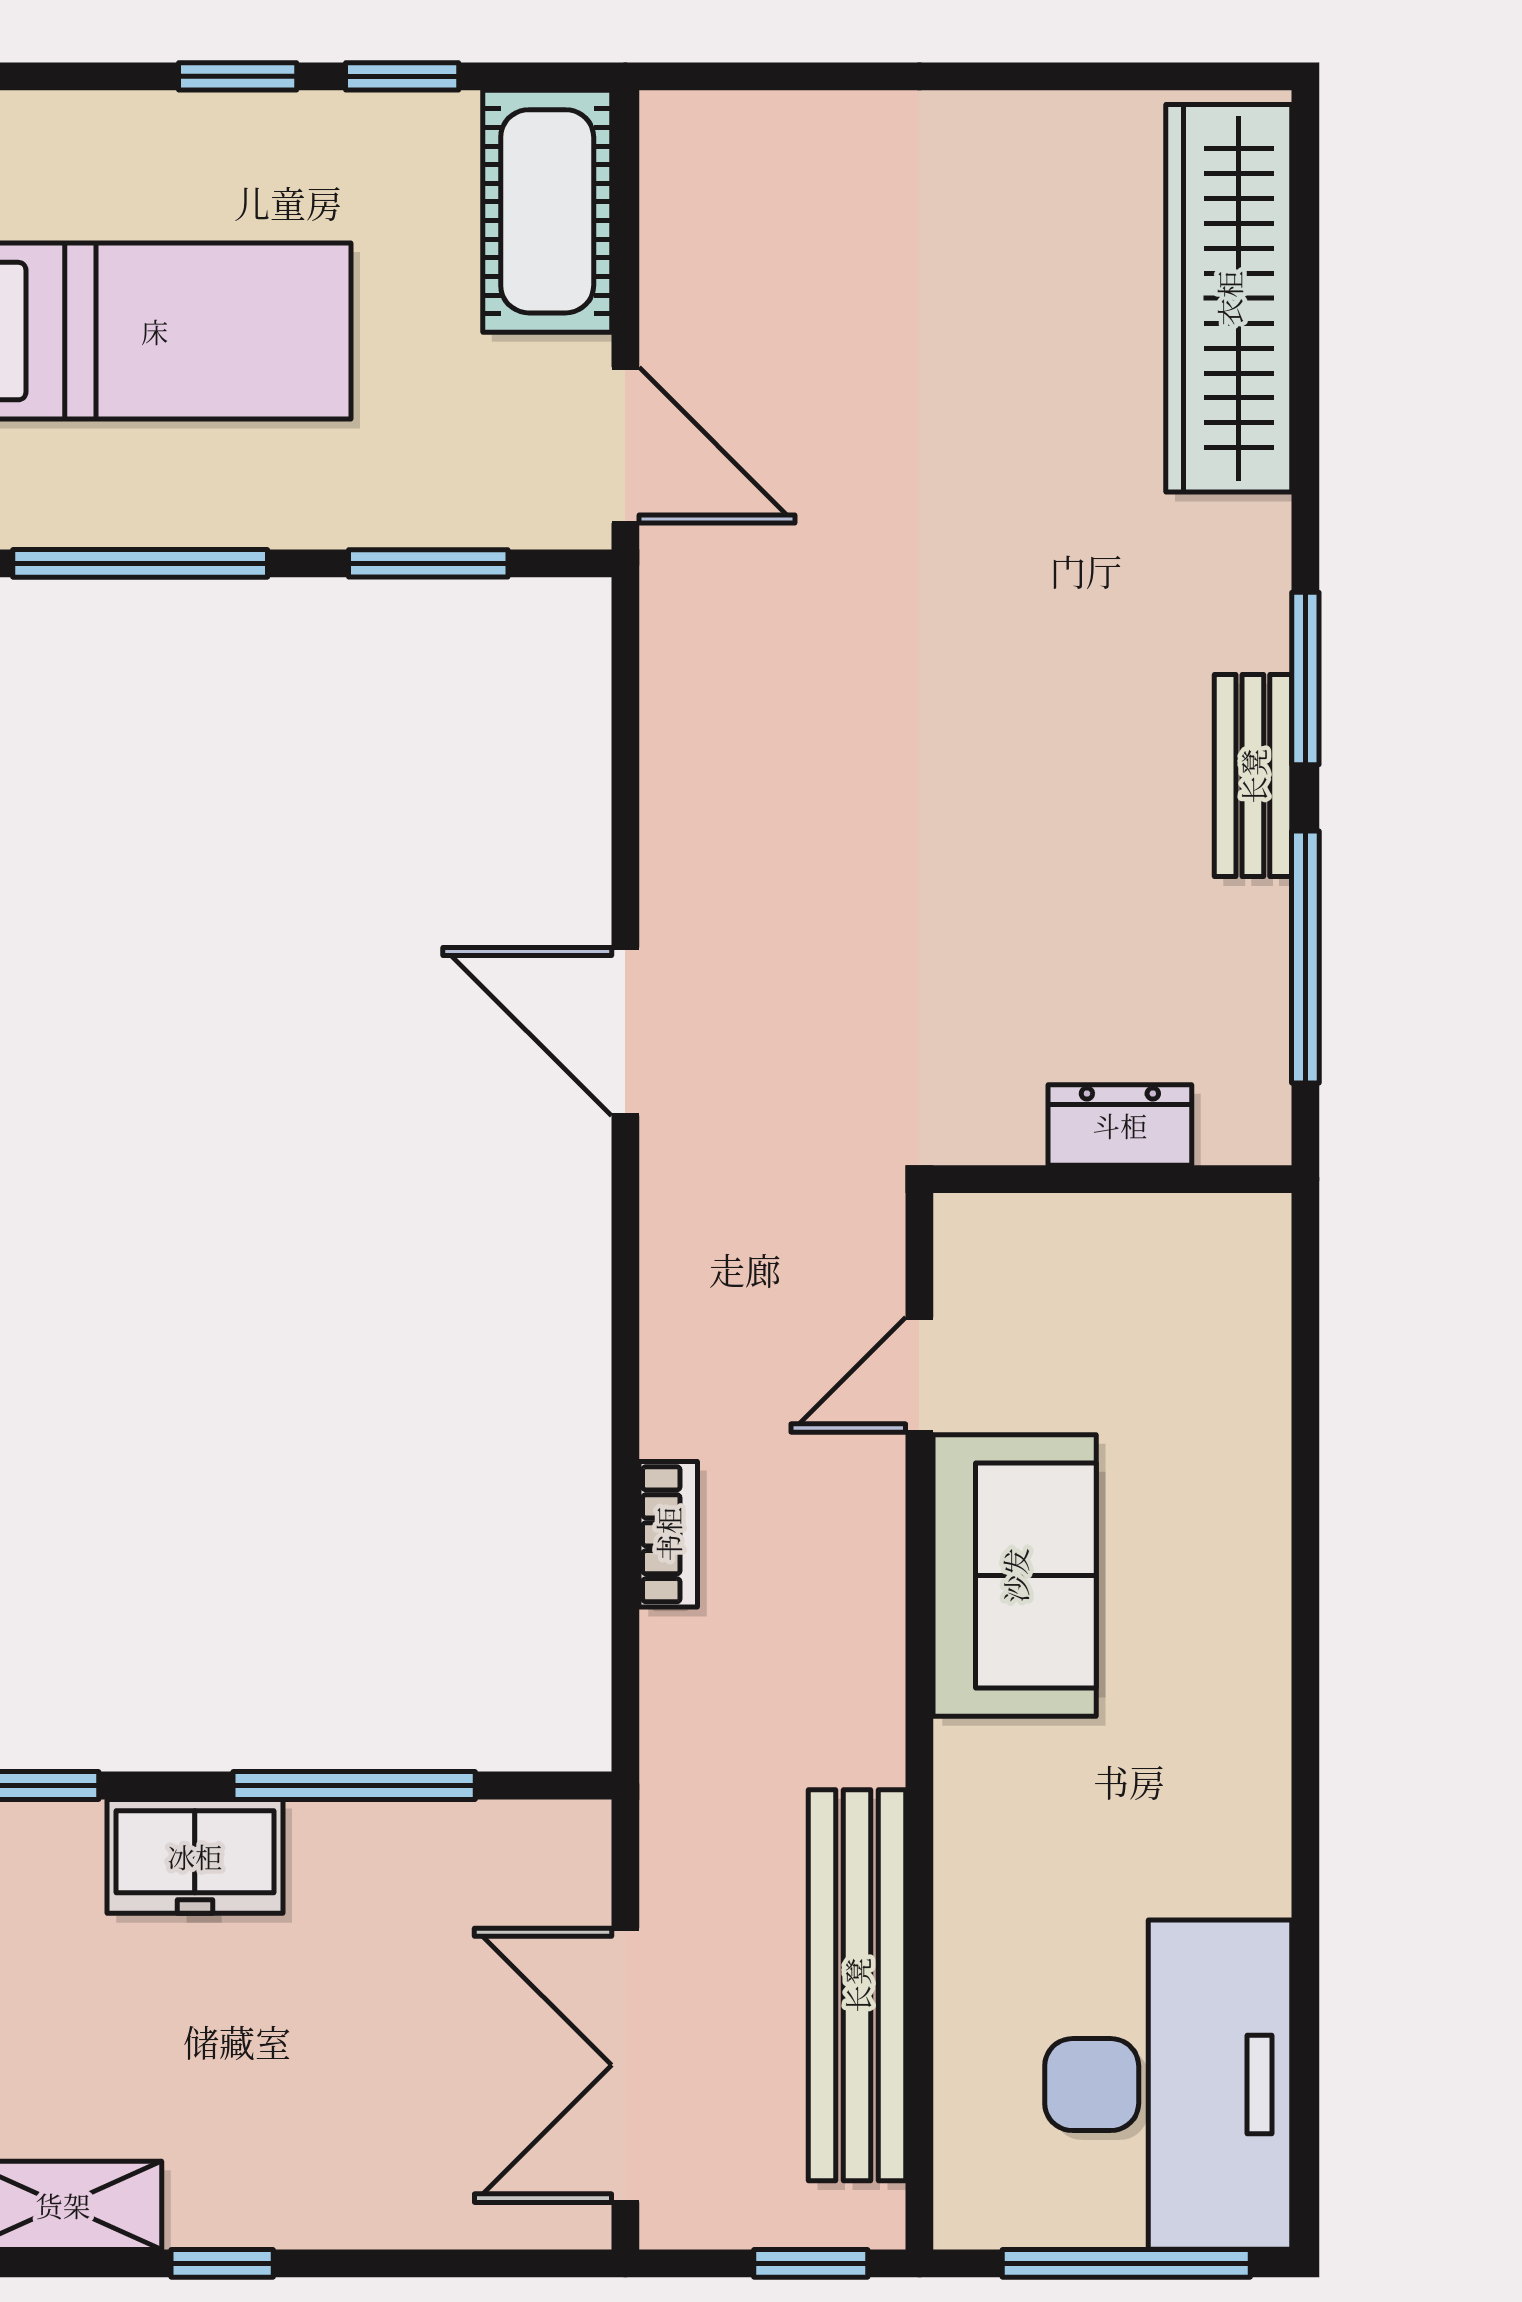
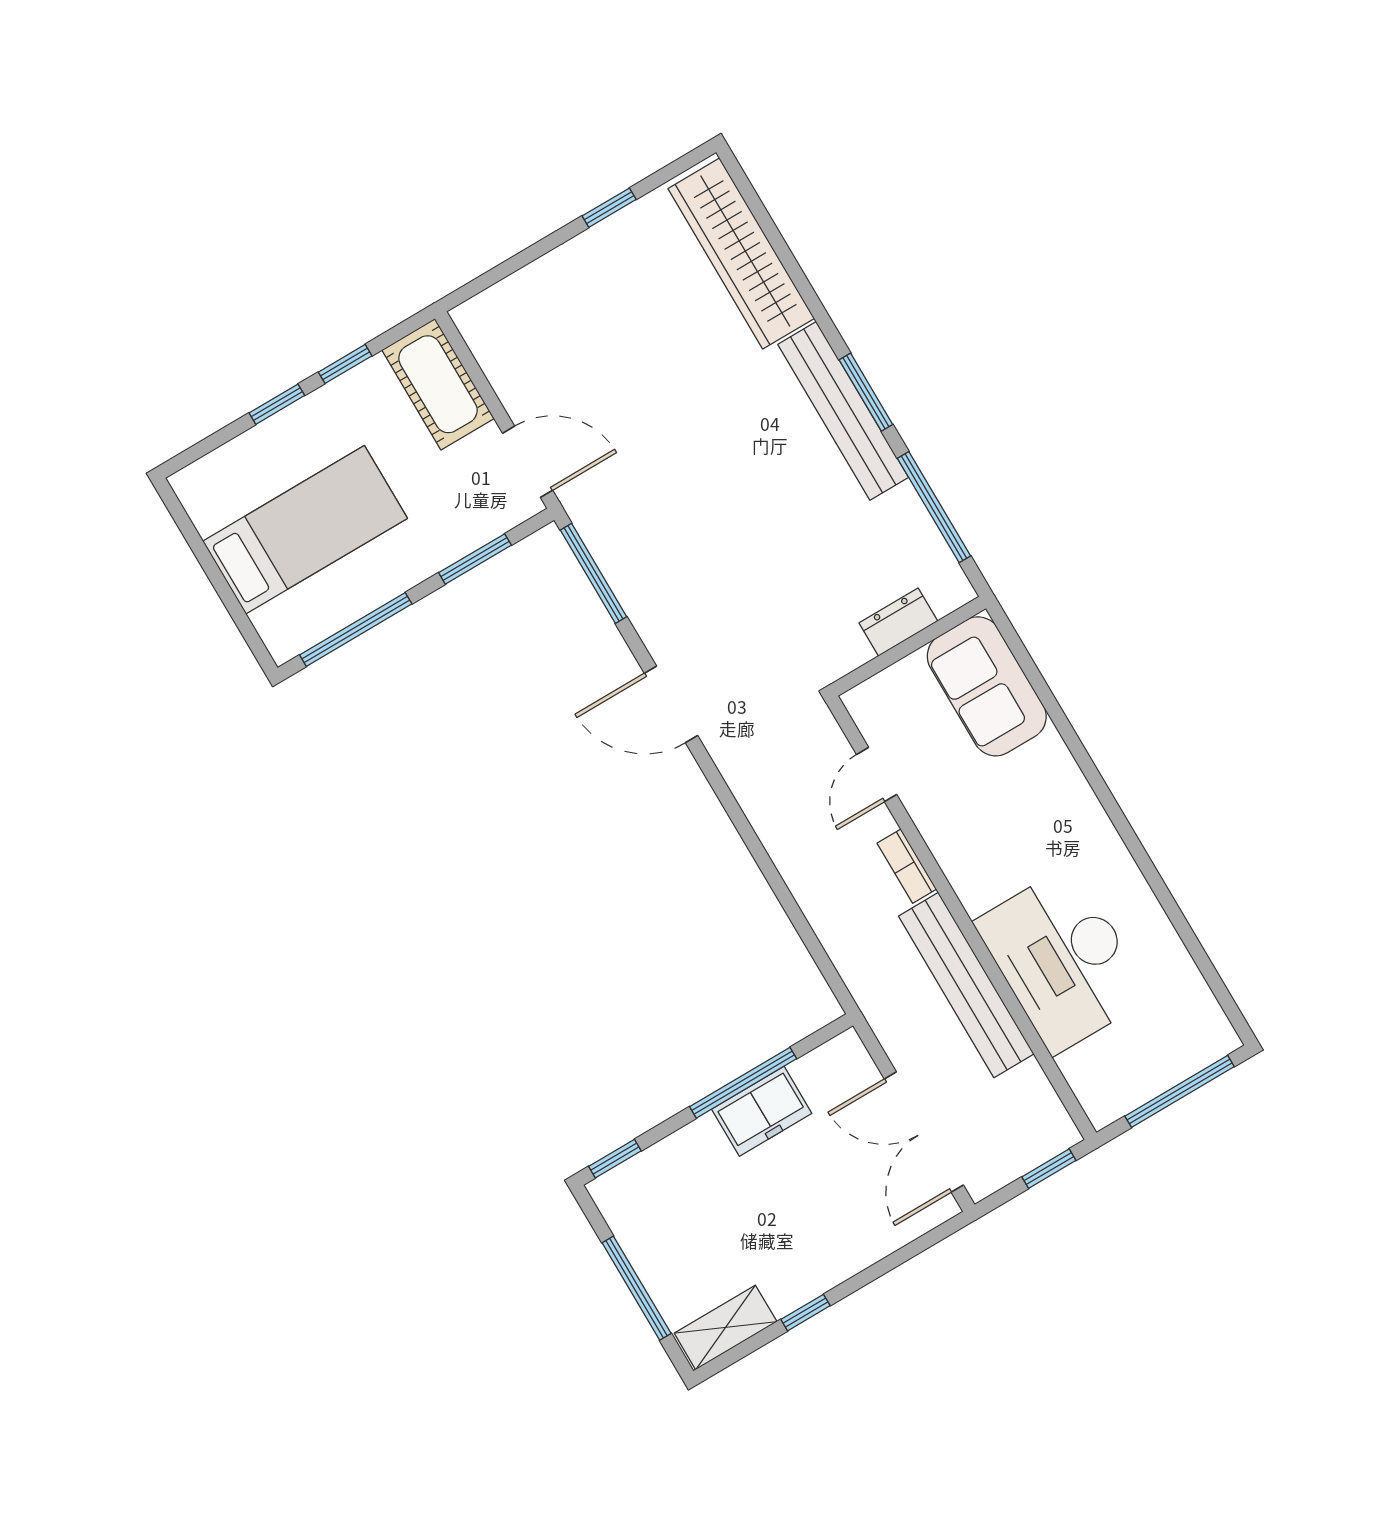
window: (1041, 76) -> (609, 208), added
window: (625, 715) -> (593, 573), added
bench: (1253, 776) -> (843, 411), width x1.86, depth x1.21
bookcase: (668, 1534) -> (907, 866), moved, turned 180
sofa: (1015, 1575) -> (987, 686), moved, turned 180
freezer: (195, 1856) -> (762, 1111), moved
bench: (857, 1985) -> (966, 985), moved
desk: (1168, 2085) -> (1063, 960), moved, turned 180

